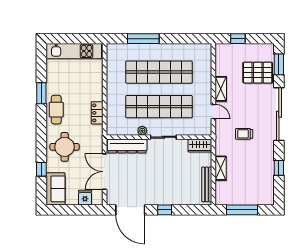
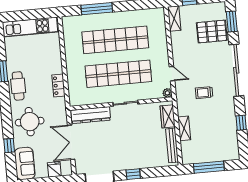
shelving: (221, 89) -> (174, 18), moved
plant: (142, 131) -> (167, 93), moved
wardrobe: (200, 146) -> (168, 116), moved, turned 90

